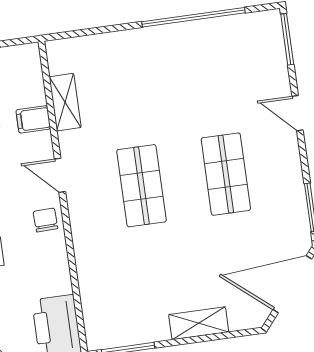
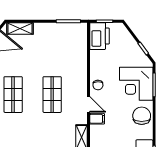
filing cabinet: (33, 119) -> (97, 119), moved
shelving: (199, 323) -> (20, 28), moved

